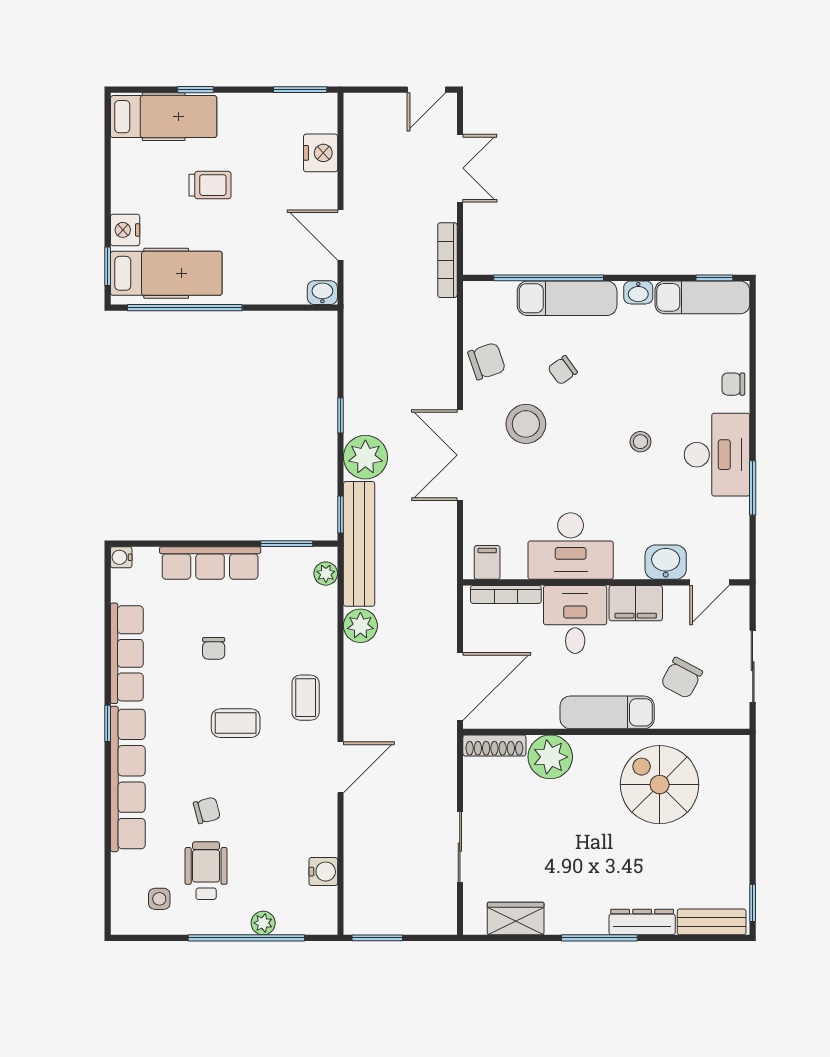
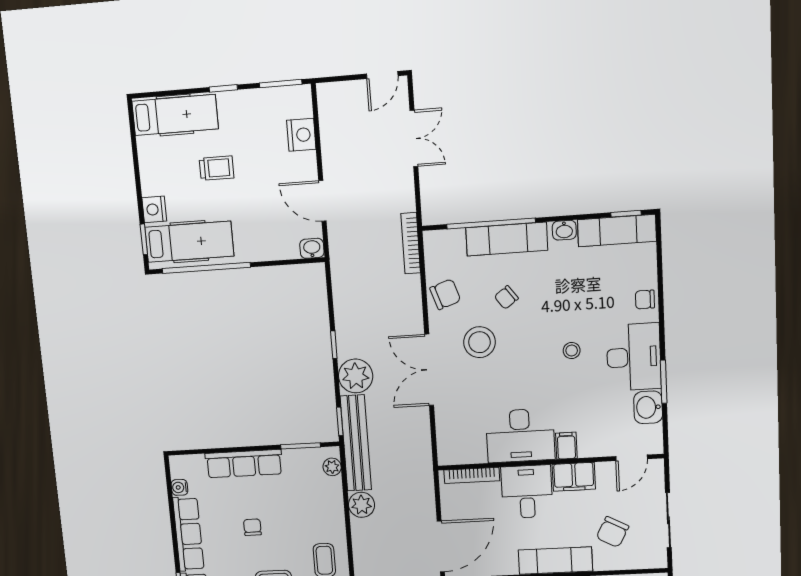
window: (195, 90) -> (223, 88), moved
bookcase: (447, 260) -> (411, 243), moved
water cooler: (121, 557) -> (179, 487), moved
filing cabinet: (487, 562) -> (566, 446), moved
washbasin: (666, 562) -> (648, 407), moved, turned -90
chair: (214, 648) -> (252, 527), turned 180

